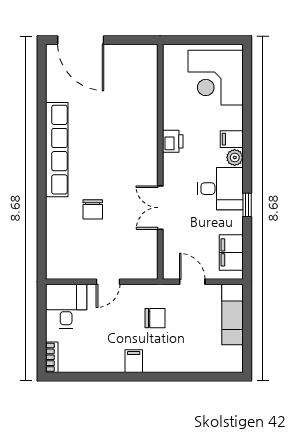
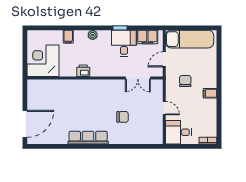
corner desk: (216, 78) -> (43, 61), moved, turned 180
filing cabinet: (232, 139) -> (68, 37), moved
row of seats: (57, 150) -> (88, 138), width x0.73
desk: (220, 189) -> (124, 43), moved
double door: (160, 208) -> (138, 78), moved
exam couch: (232, 315) -> (190, 39), width x1.36, depth x1.45

